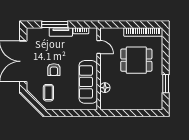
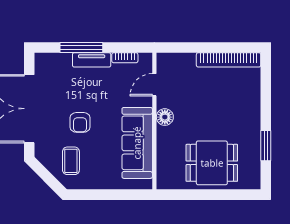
door: (99, 47) -> (154, 85), swing flipped
dining table: (136, 60) -> (212, 163), moved
floor lamp: (105, 88) -> (165, 117), moved

